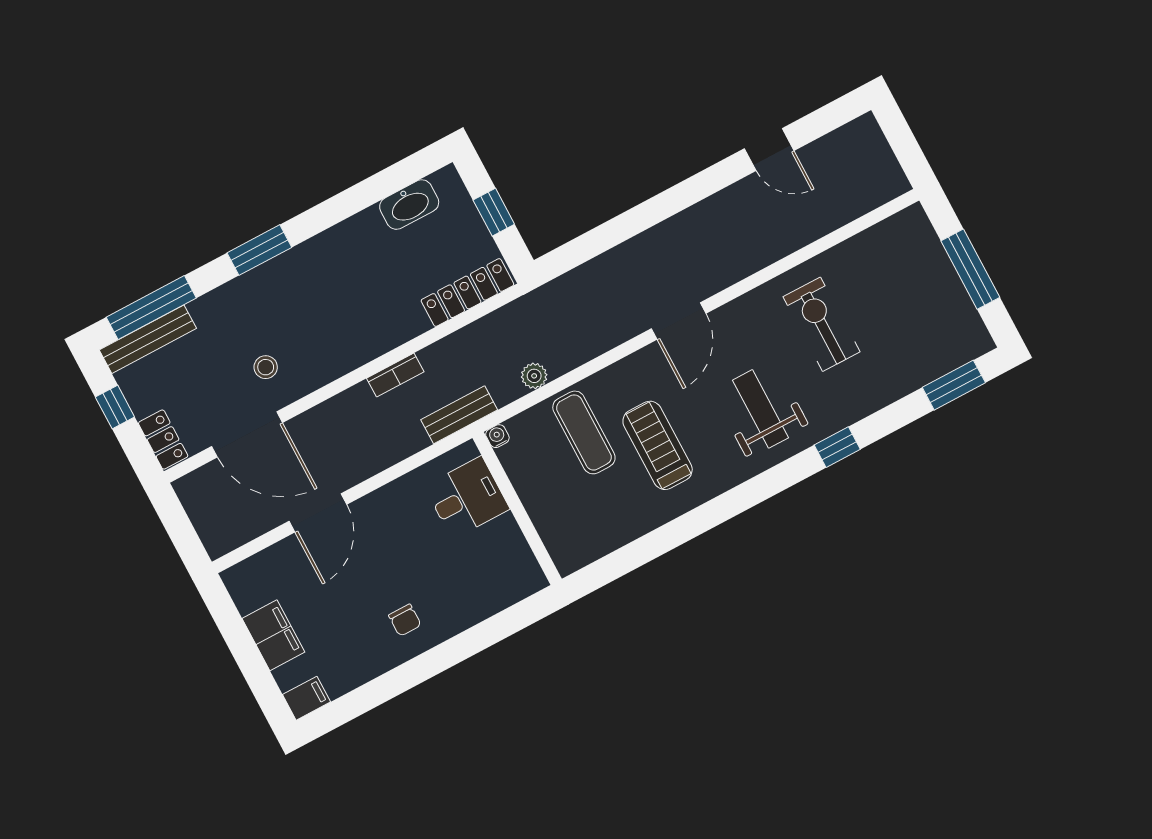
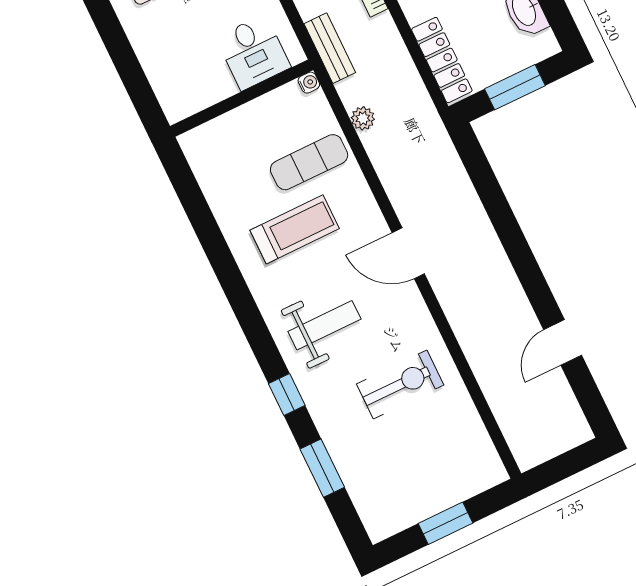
window: (494, 212) -> (515, 87), width x1.50
window: (970, 269) -> (446, 523), width x0.69
window: (954, 385) -> (322, 468), moved

